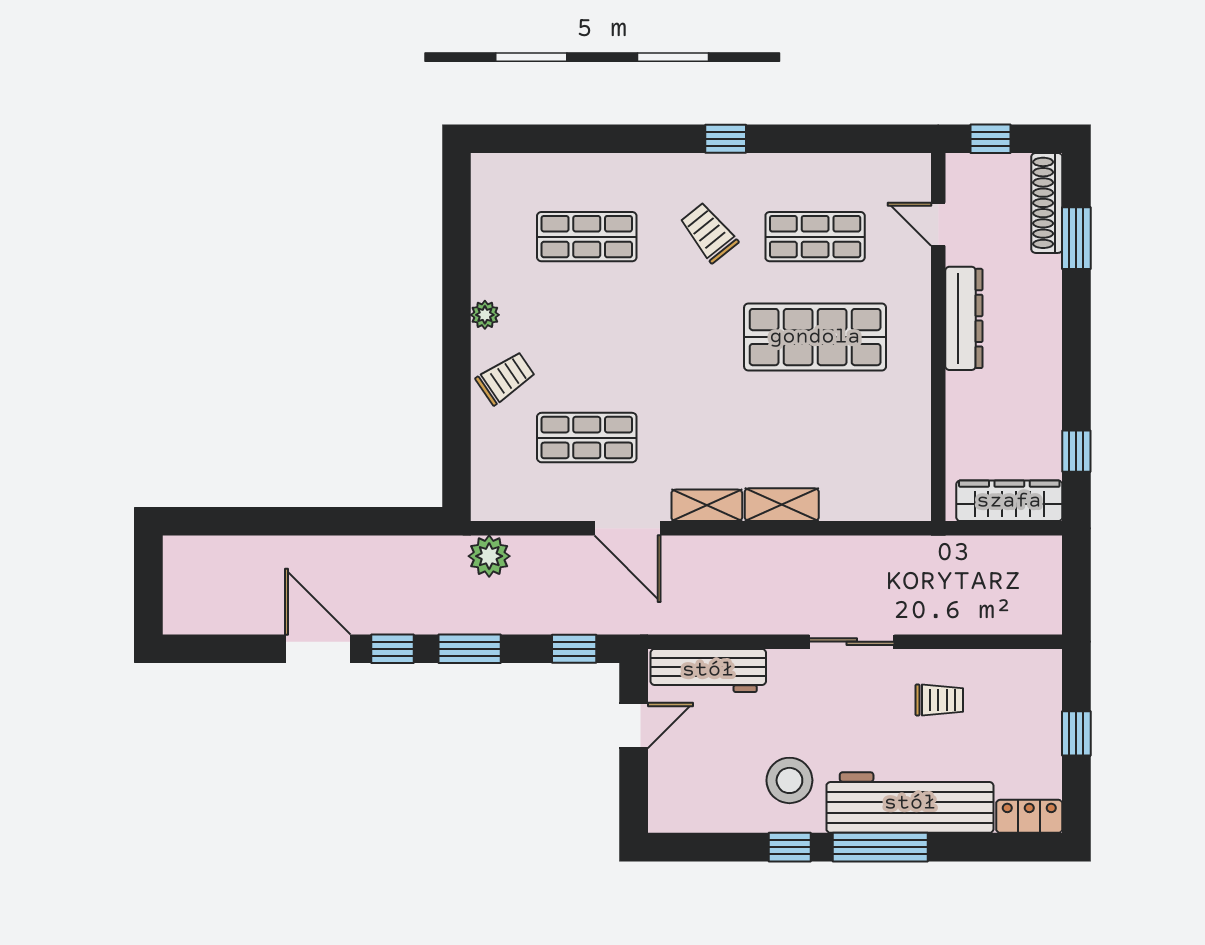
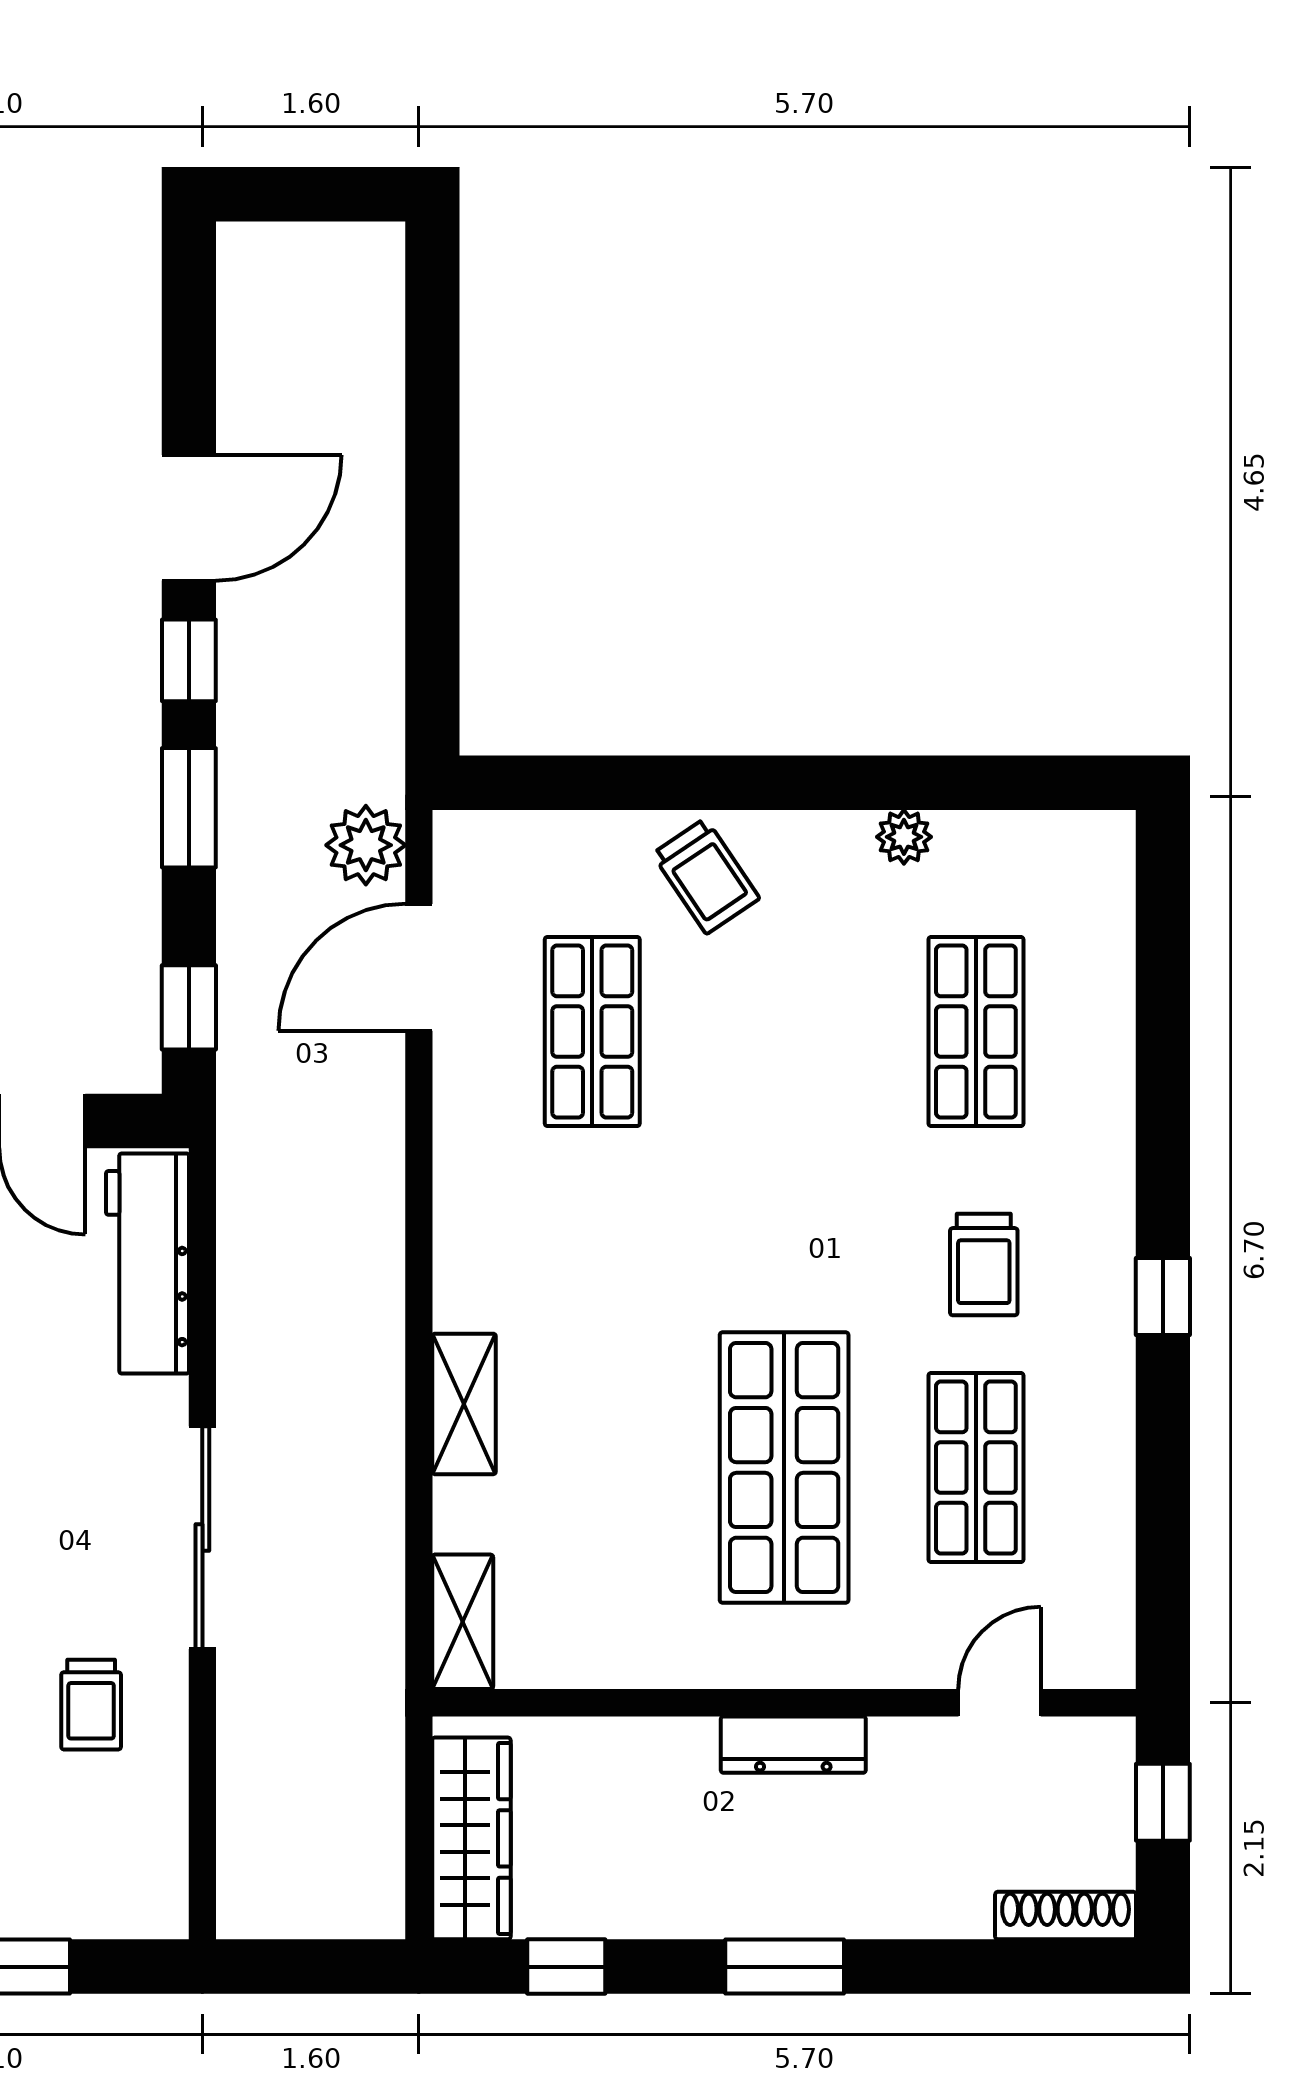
shoe rack: (1047, 203) -> (1066, 1916), width x0.74, depth x0.81
trolley: (709, 233) -> (984, 1265), turned 129
window: (1076, 238) -> (785, 1967), moved
plant: (485, 315) -> (904, 837), moved
dresser: (964, 318) -> (793, 1745), width x0.73, depth x0.80
shelving: (707, 505) -> (463, 1622), moved
door: (628, 528) -> (419, 967), moved
sliding door: (852, 642) -> (202, 1538), width x1.37

